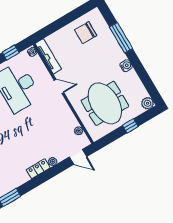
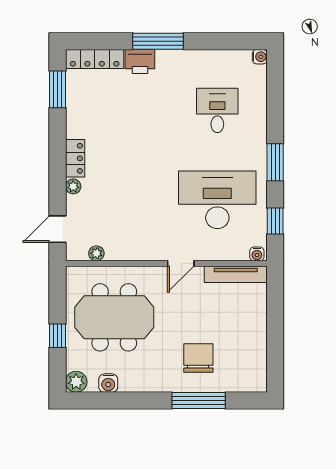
chair: (86, 33) -> (198, 358), moved
water cooler: (126, 66) -> (108, 383), moved

